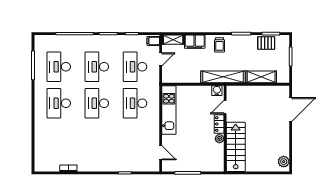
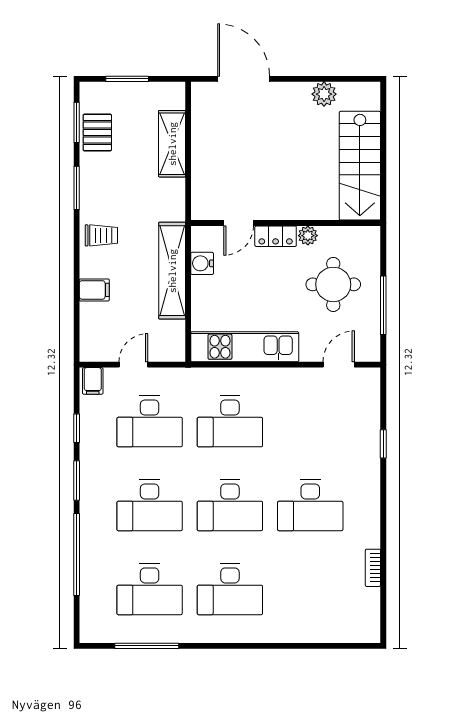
shelving: (173, 40) -> (90, 337), removed
filing cabinet: (195, 42) -> (94, 290), width x0.50
door: (161, 59) -> (133, 365), hinge flipped
shelving: (223, 77) -> (172, 271), moved
water cooler: (217, 91) -> (202, 263), moved
door: (225, 107) -> (239, 223), hinge flipped
desk: (97, 140) -> (310, 505), added
stairs: (236, 147) -> (360, 166), moved, turned -90
round table: (197, 150) -> (333, 284), added
plant: (284, 162) -> (324, 94), moved

